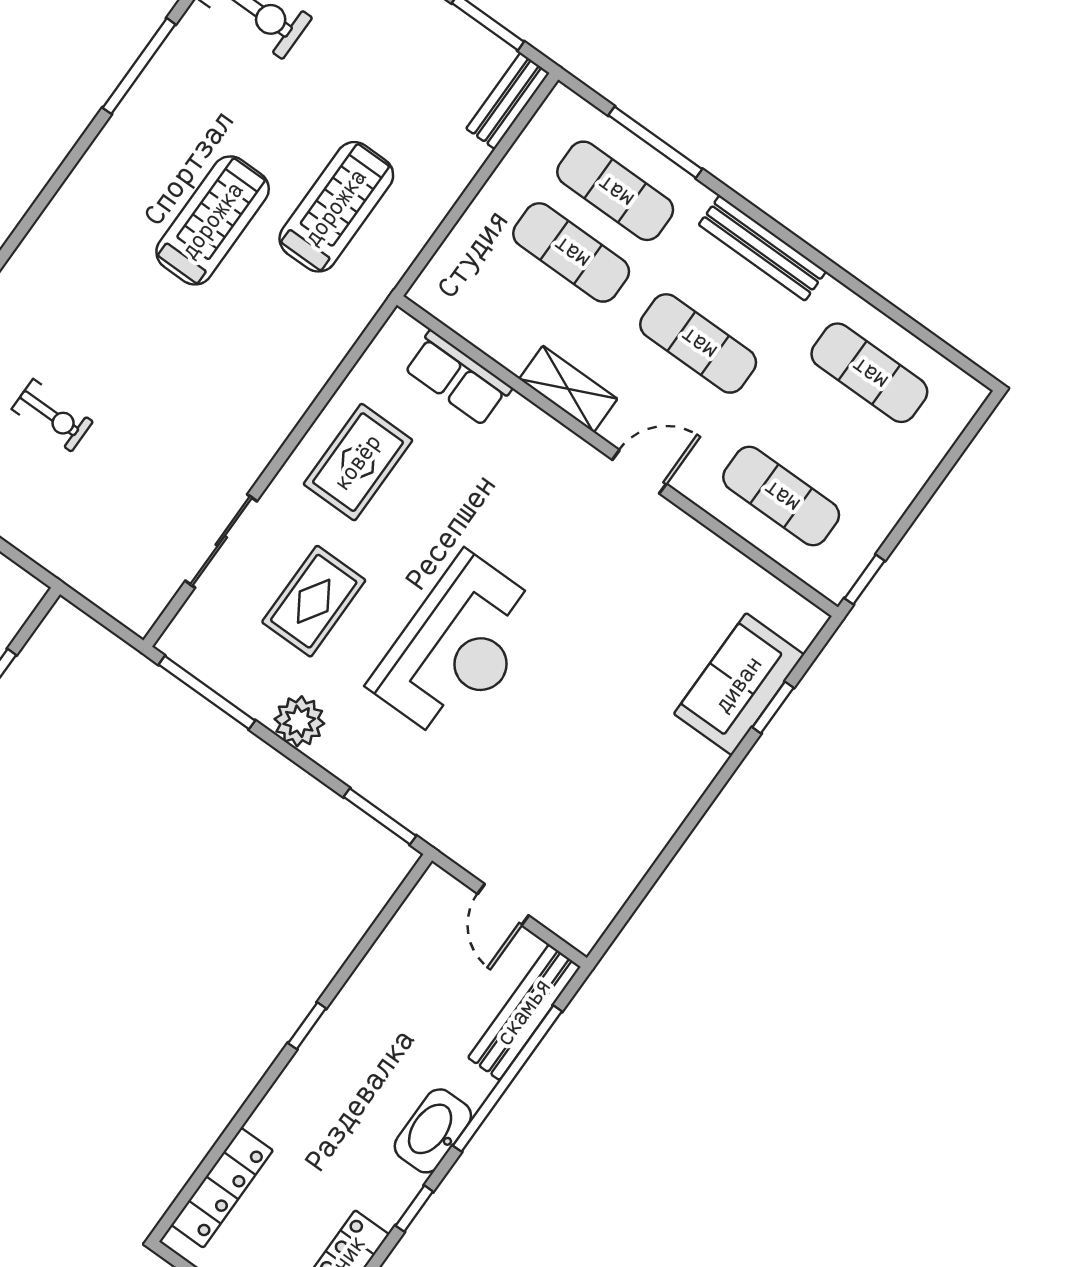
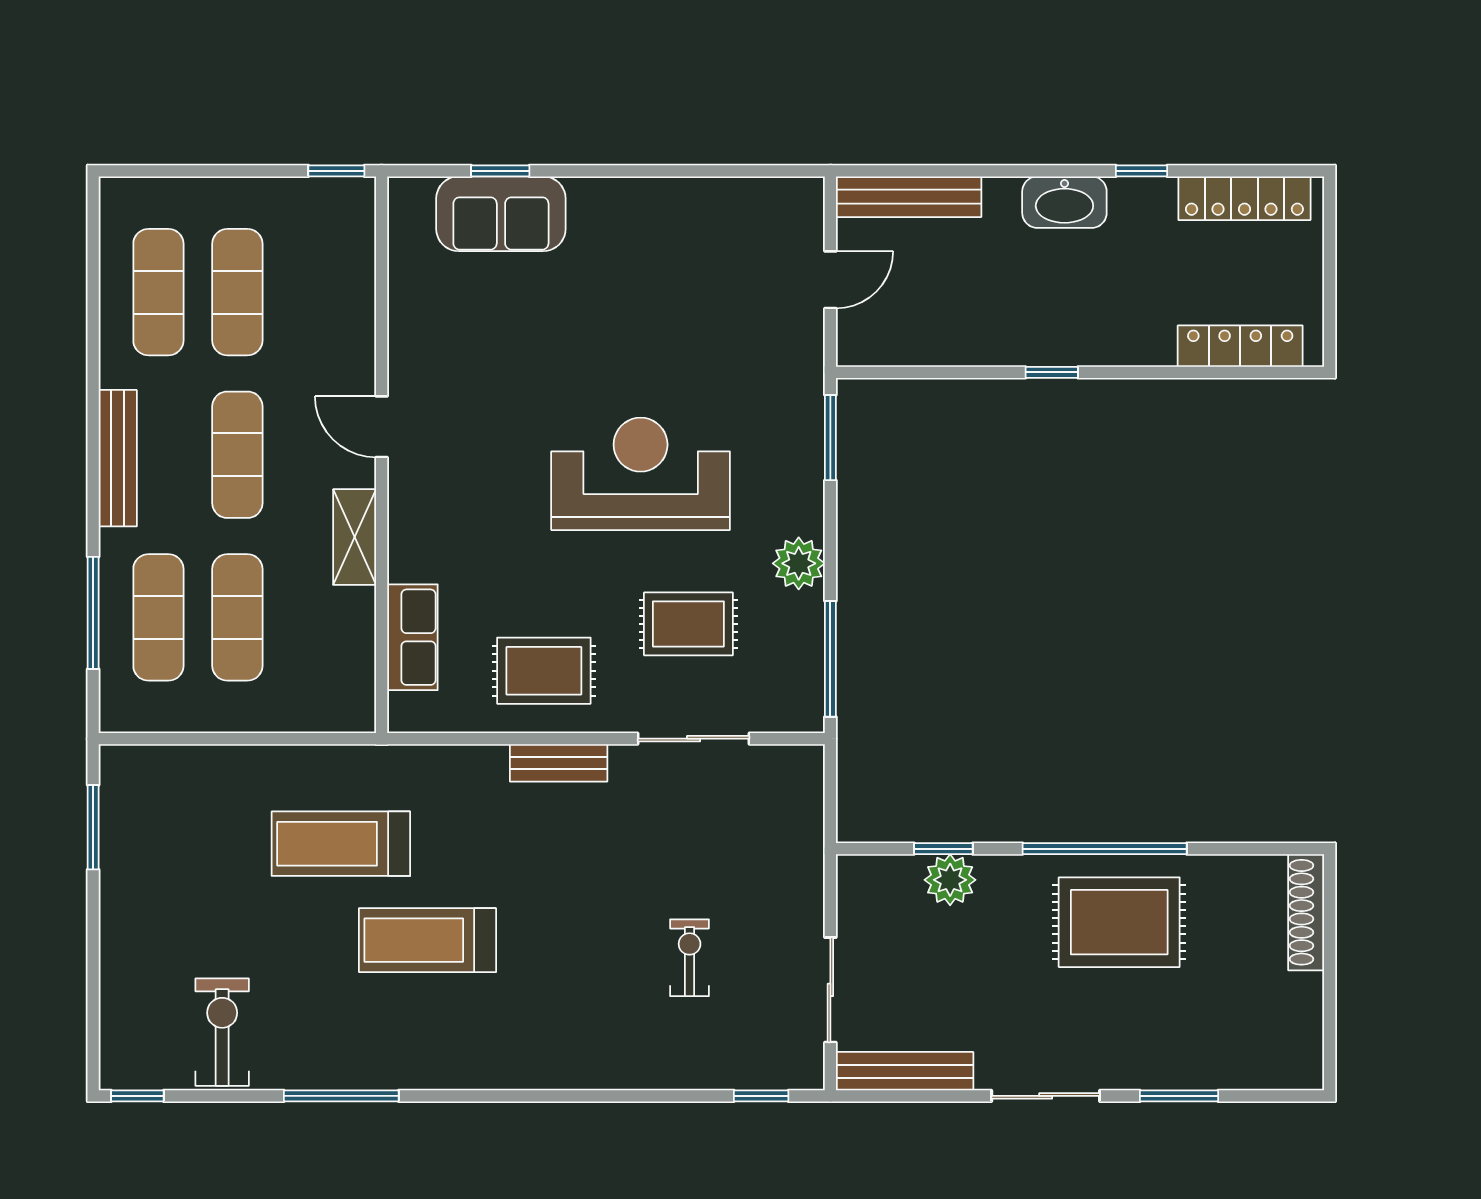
bench: (508, 101) -> (559, 763), moved
exercise mat: (781, 496) -> (237, 292), moved
window: (507, 1078) -> (975, 171), removed

